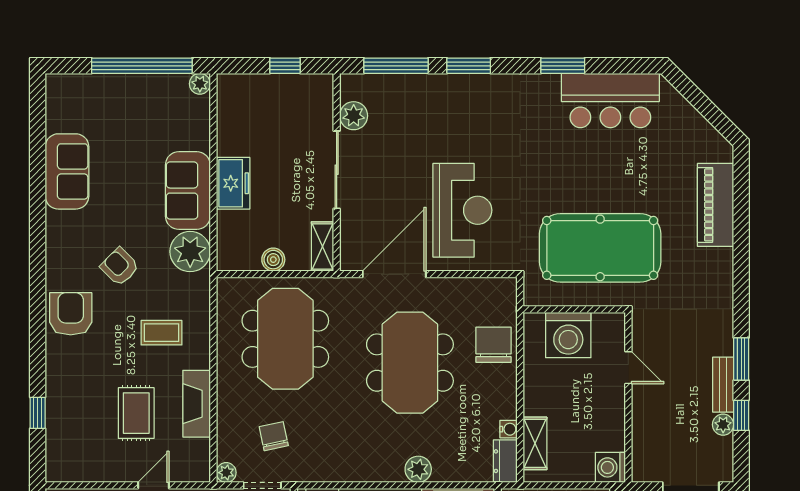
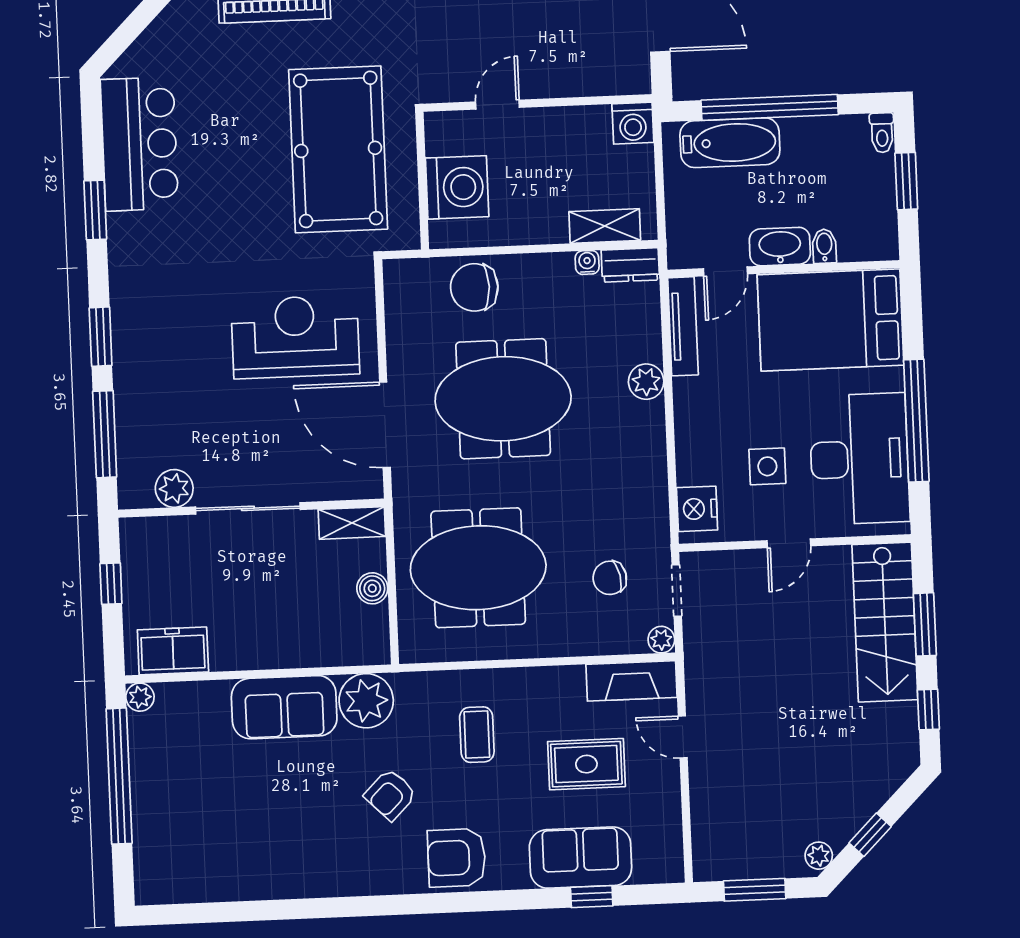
sofa: (67, 171) -> (580, 858), moved
freezer: (233, 183) -> (173, 651), moved
fireplace: (197, 404) -> (631, 681), moved

